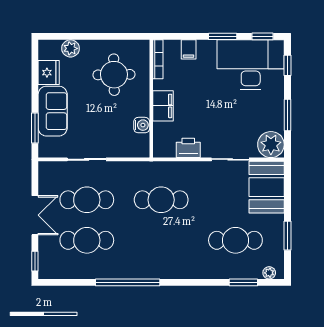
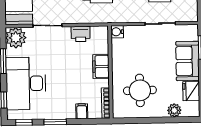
desk: (251, 65) -> (26, 83), moved, turned 90
water cooler: (142, 125) -> (117, 32), moved

